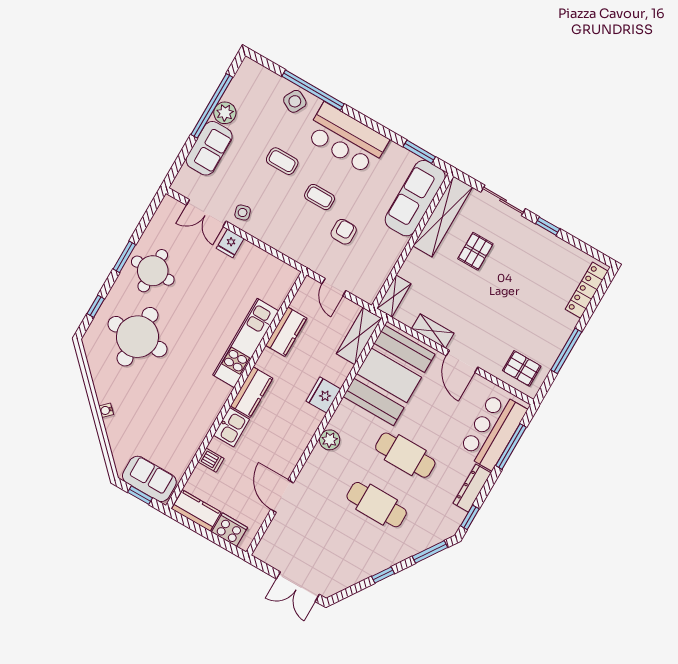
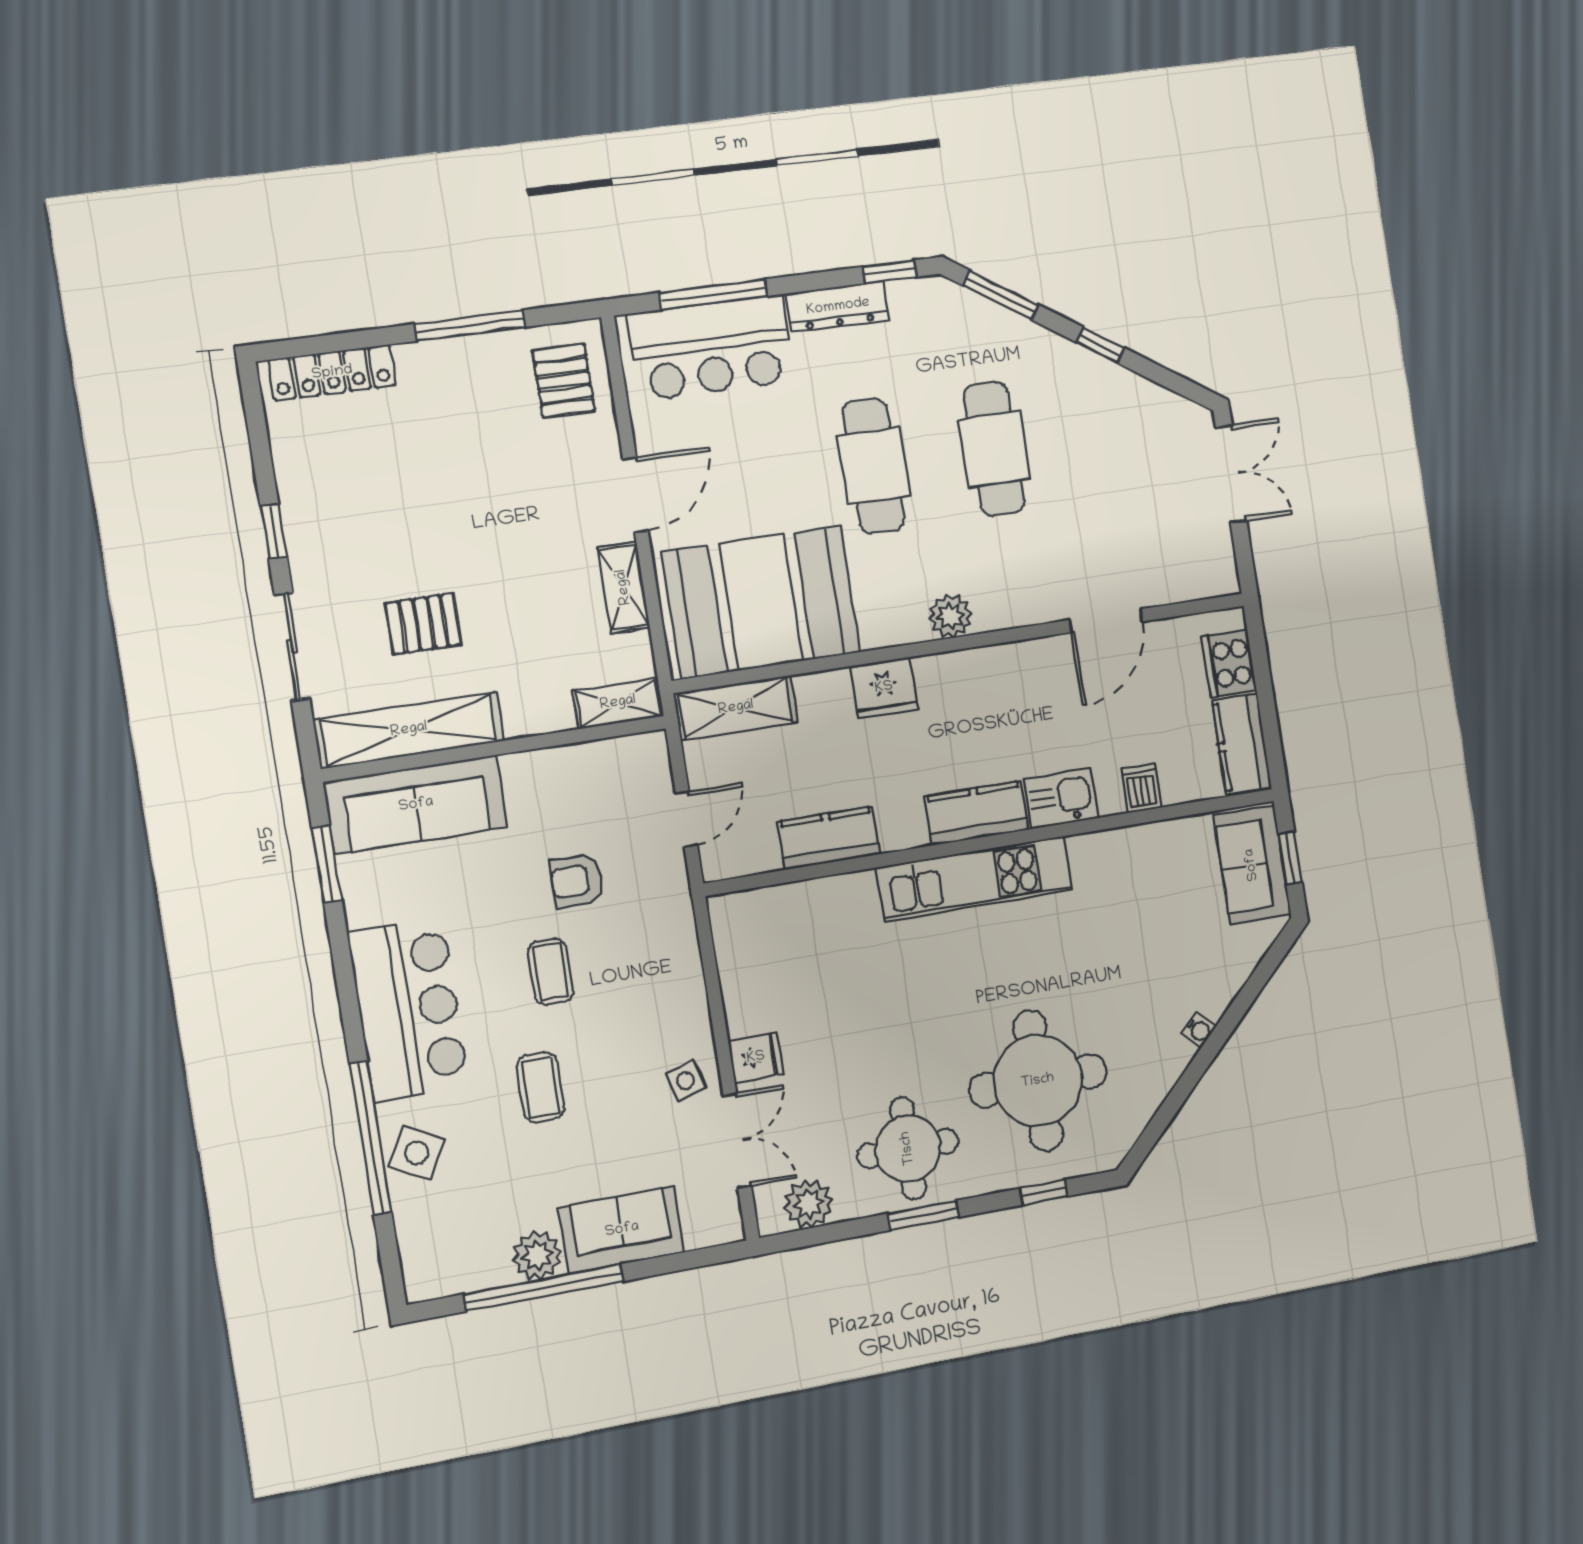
plant: (163, 220) -> (809, 1204), added
kitchen unit: (246, 343) -> (974, 879), moved

